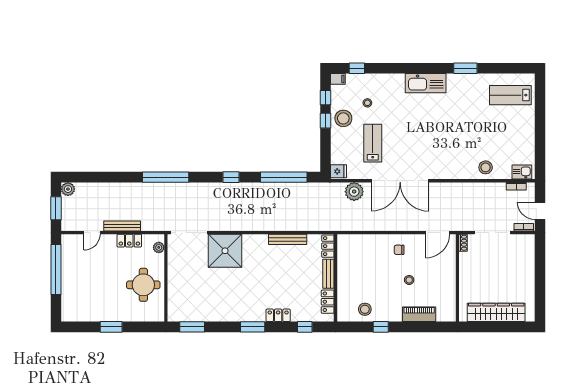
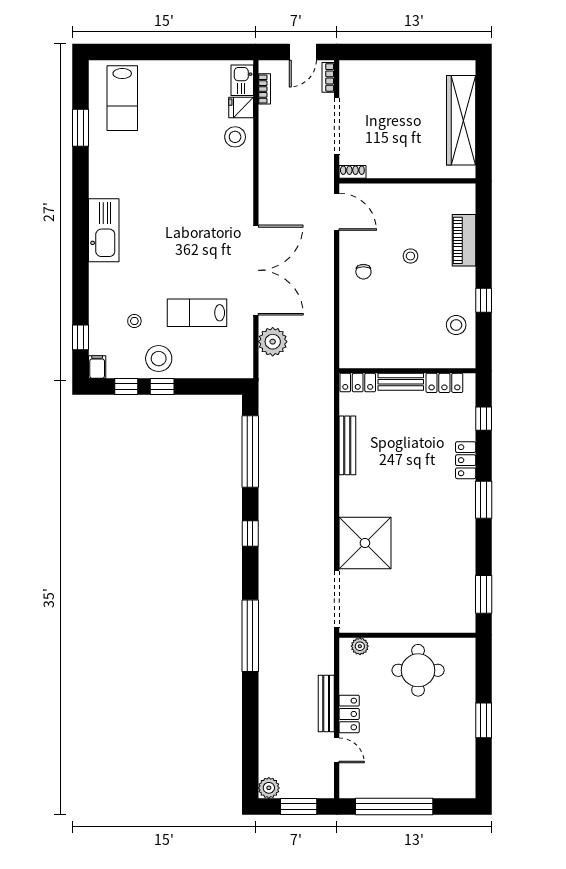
window: (465, 68) -> (81, 128), moved
fridge: (338, 171) -> (241, 108), moved, turned -90
locker: (129, 241) -> (349, 714), moved

